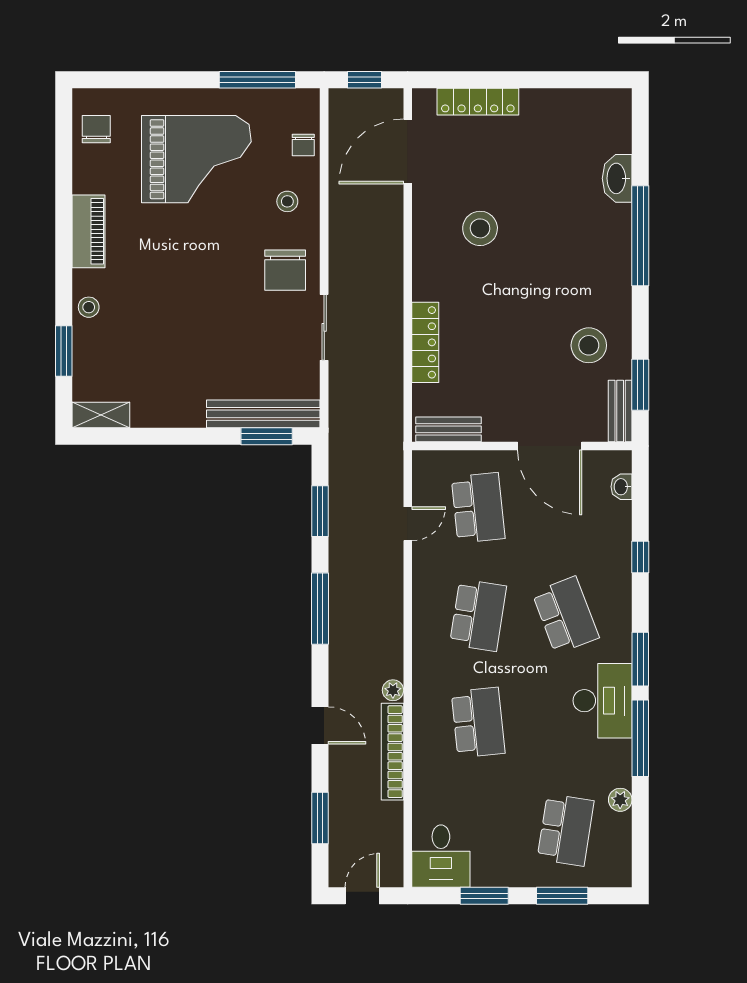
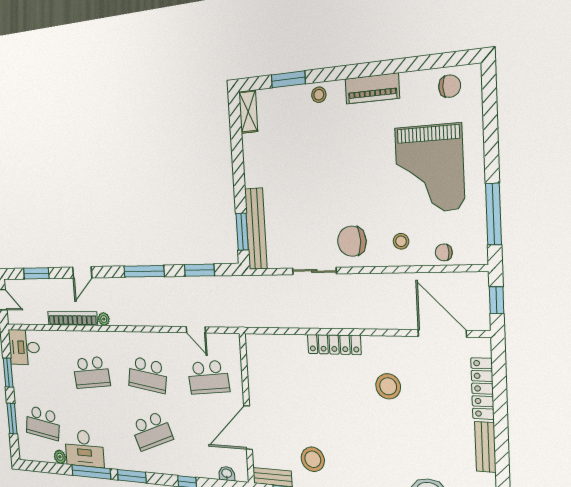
locker: (425, 342) -> (334, 345), moved
bench: (449, 429) -> (485, 447), moved
desk: (603, 701) -> (84, 448), moved

